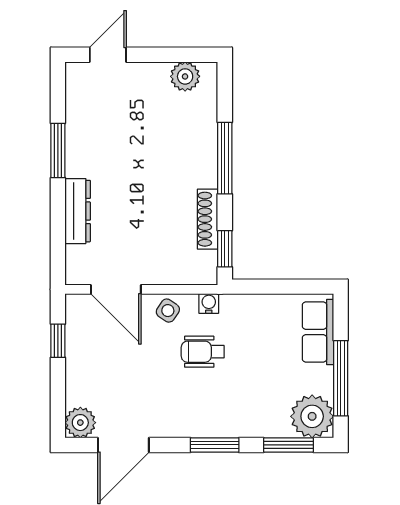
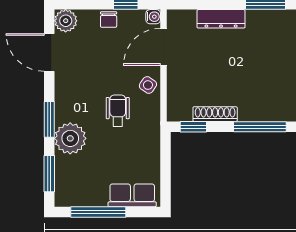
water cooler: (209, 303) -> (153, 17), moved
chair: (79, 364) -> (109, 20), added
plant: (312, 416) -> (70, 138), moved

